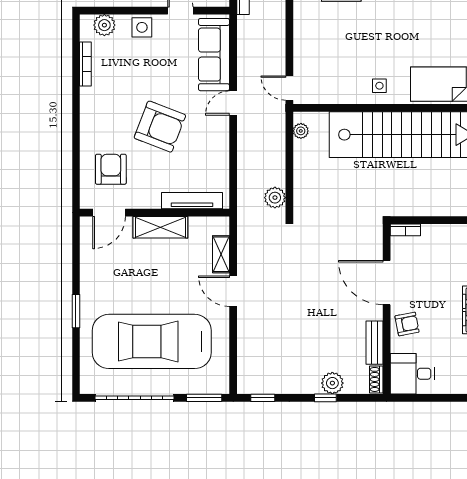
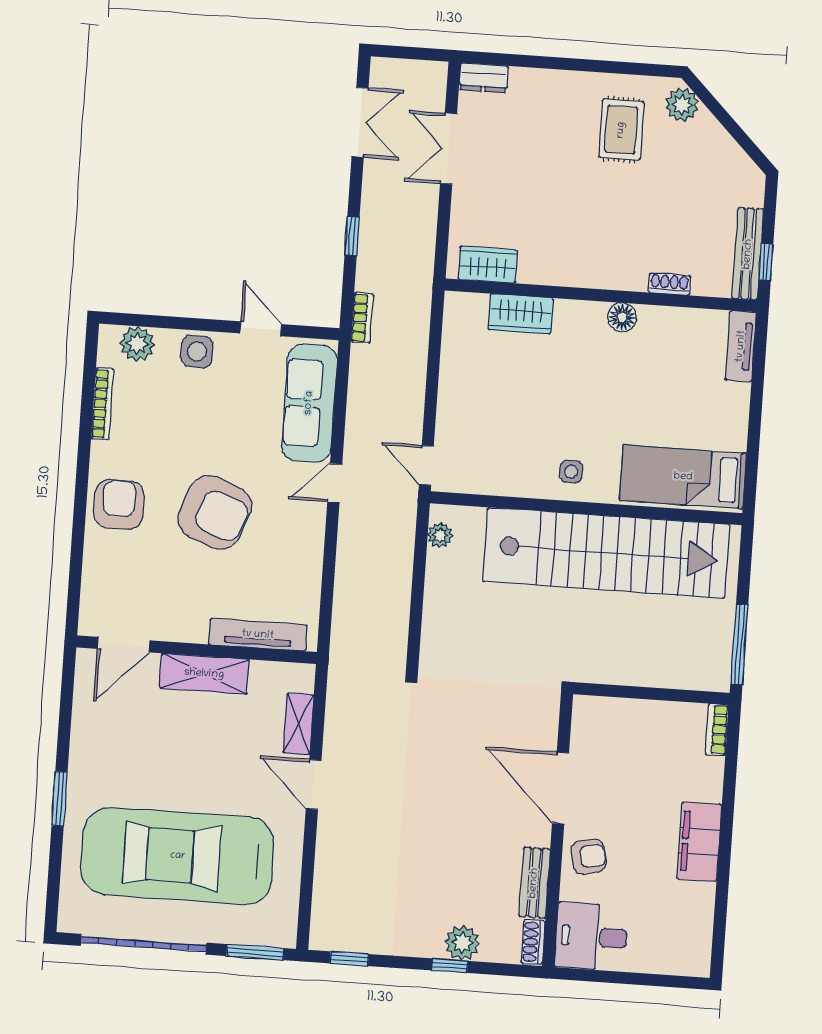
armchair: (111, 169) -> (119, 504), moved
plant: (275, 198) -> (391, 639), removed
bookcase: (405, 230) -> (596, 705), removed

